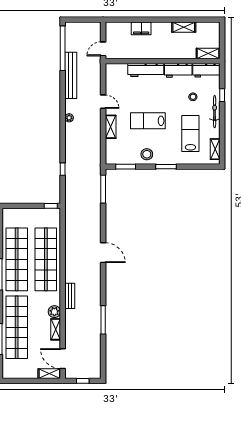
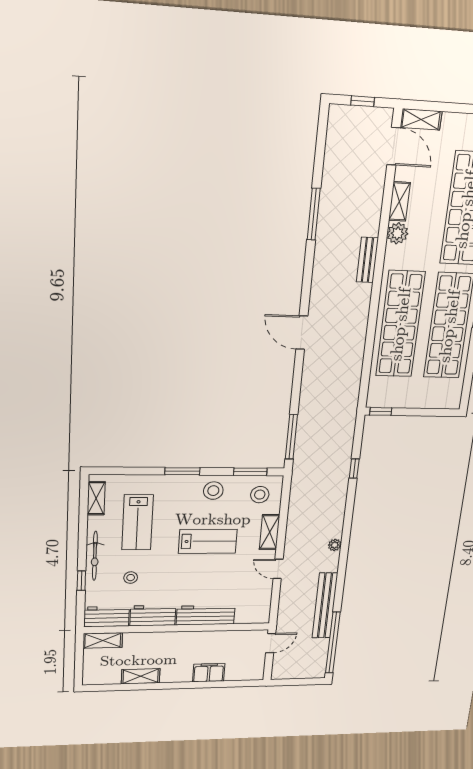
stool: (119, 152) -> (260, 495), added

